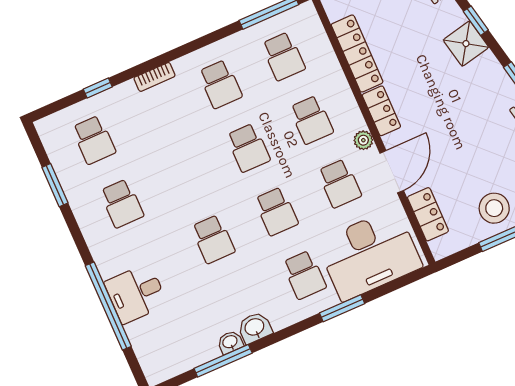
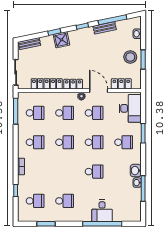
desk: (369, 254) -> (130, 108), width x0.73, depth x0.77

